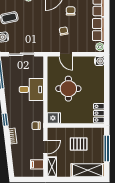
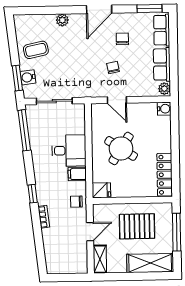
round table: (68, 89) -> (121, 148), turned 33
locker: (99, 113) -> (165, 175), width x1.53
pallet: (79, 144) -> (137, 226), width x1.50, depth x1.42
filing cabinet: (37, 164) -> (77, 174), moved

